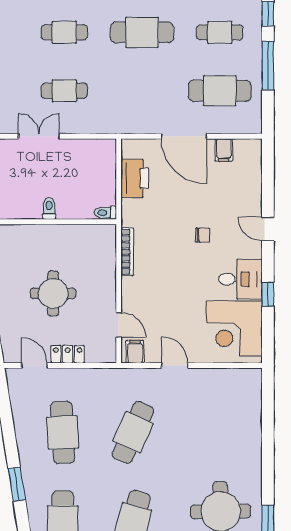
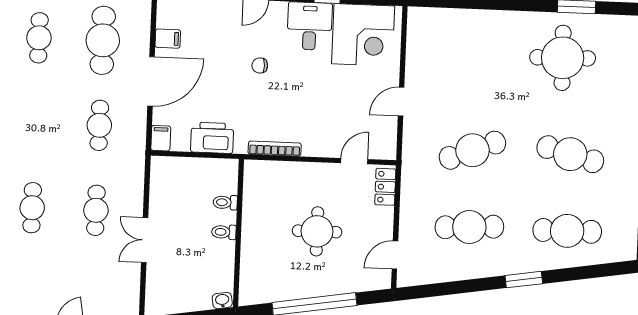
cafe table: (142, 32) -> (99, 125), moved, width x0.73, depth x0.74
printer: (135, 178) -> (212, 138), moved
toilet: (105, 213) -> (225, 202), moved, turned 90
chair: (203, 235) -> (260, 65), turned -91
filing cabinet: (135, 352) -> (161, 138), moved, turned 90
locker: (68, 354) -> (385, 187), moved
cafe table: (133, 432) -> (472, 150), turned -45

